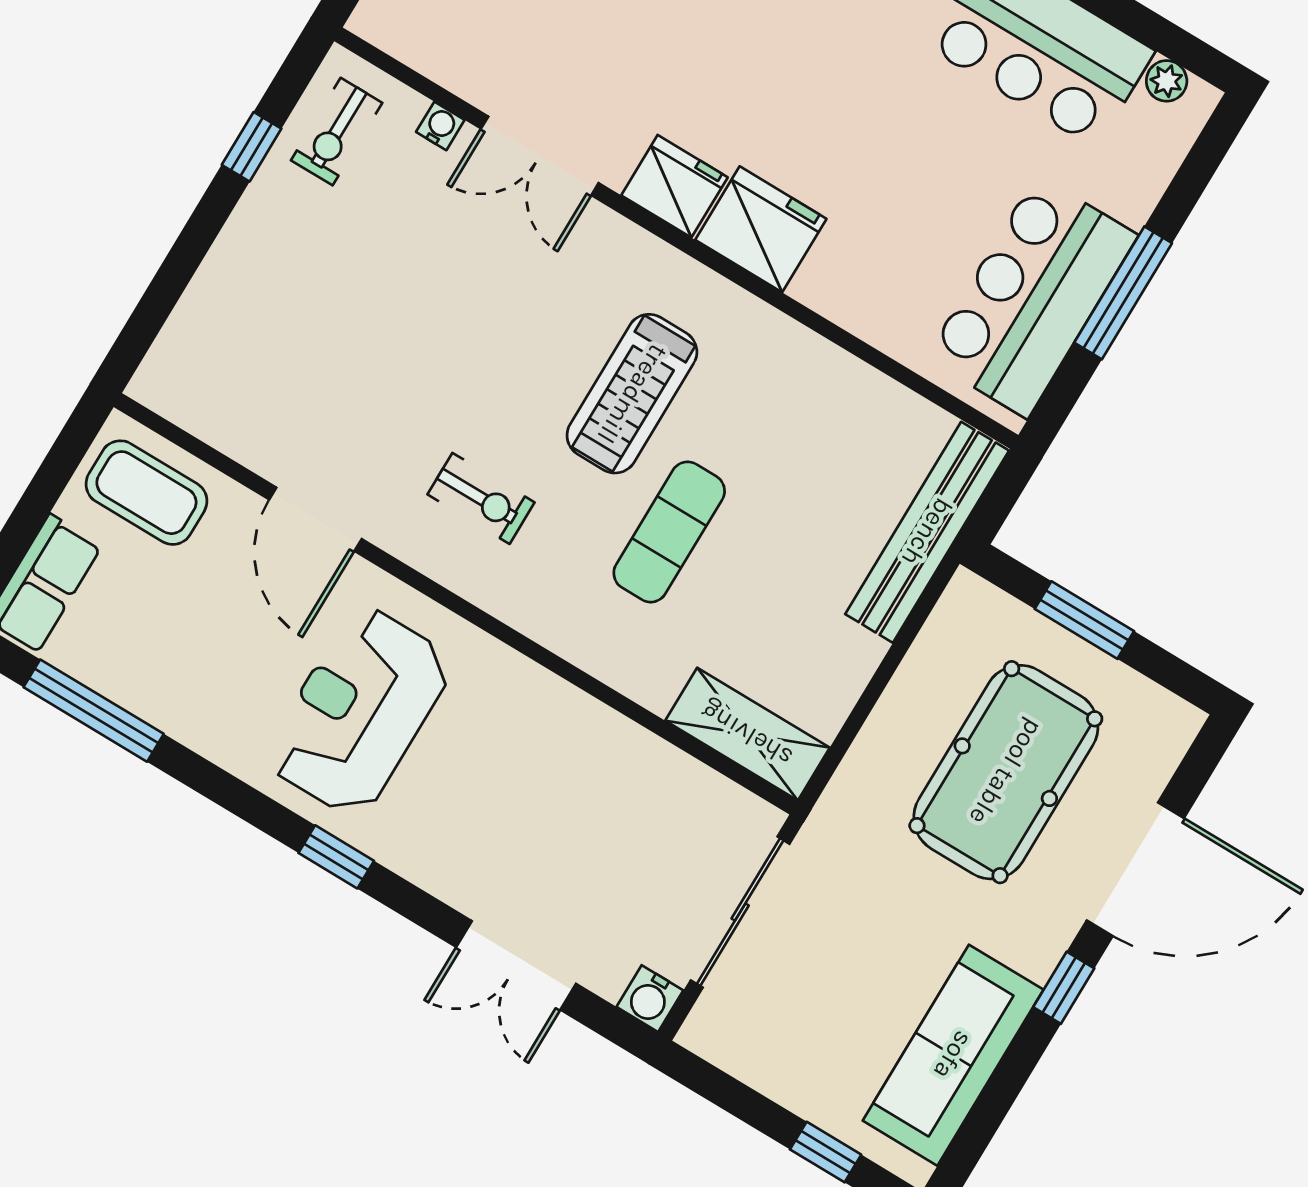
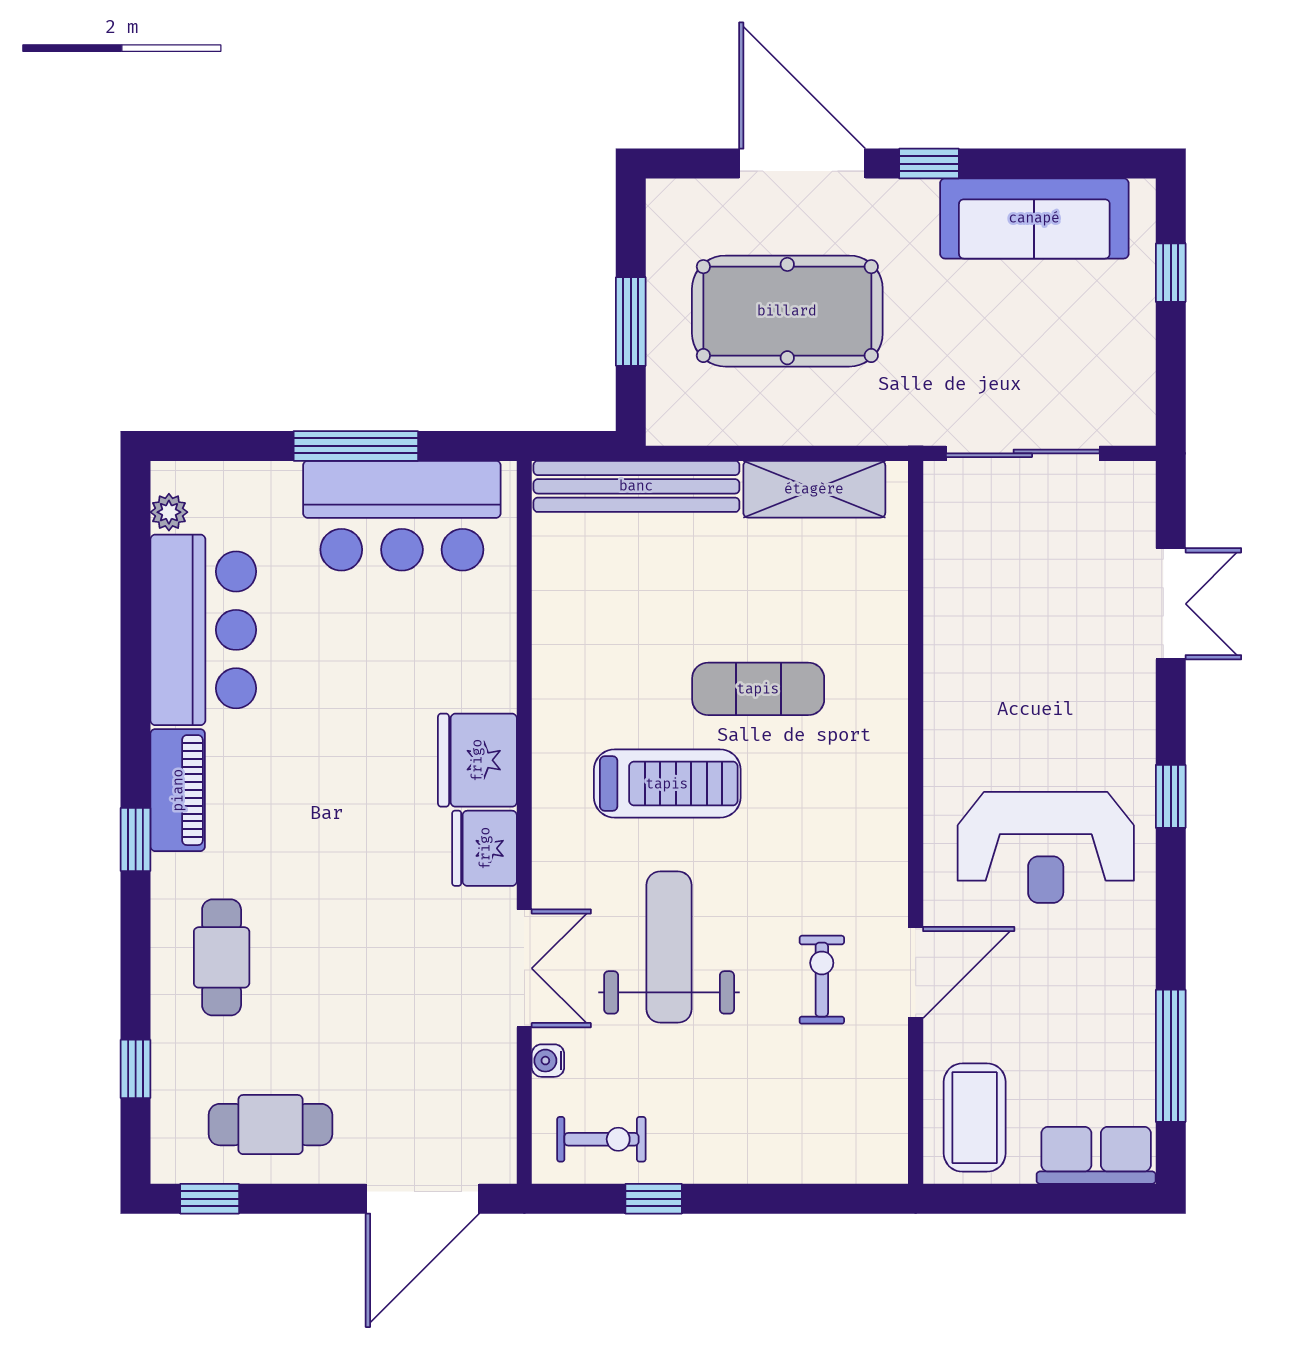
weight bench: (478, 303) -> (669, 947), added
exercise bike: (481, 498) -> (822, 980), moved
shelving: (747, 734) -> (814, 489), moved, turned 90
water cooler: (650, 999) -> (1133, 483), removed

